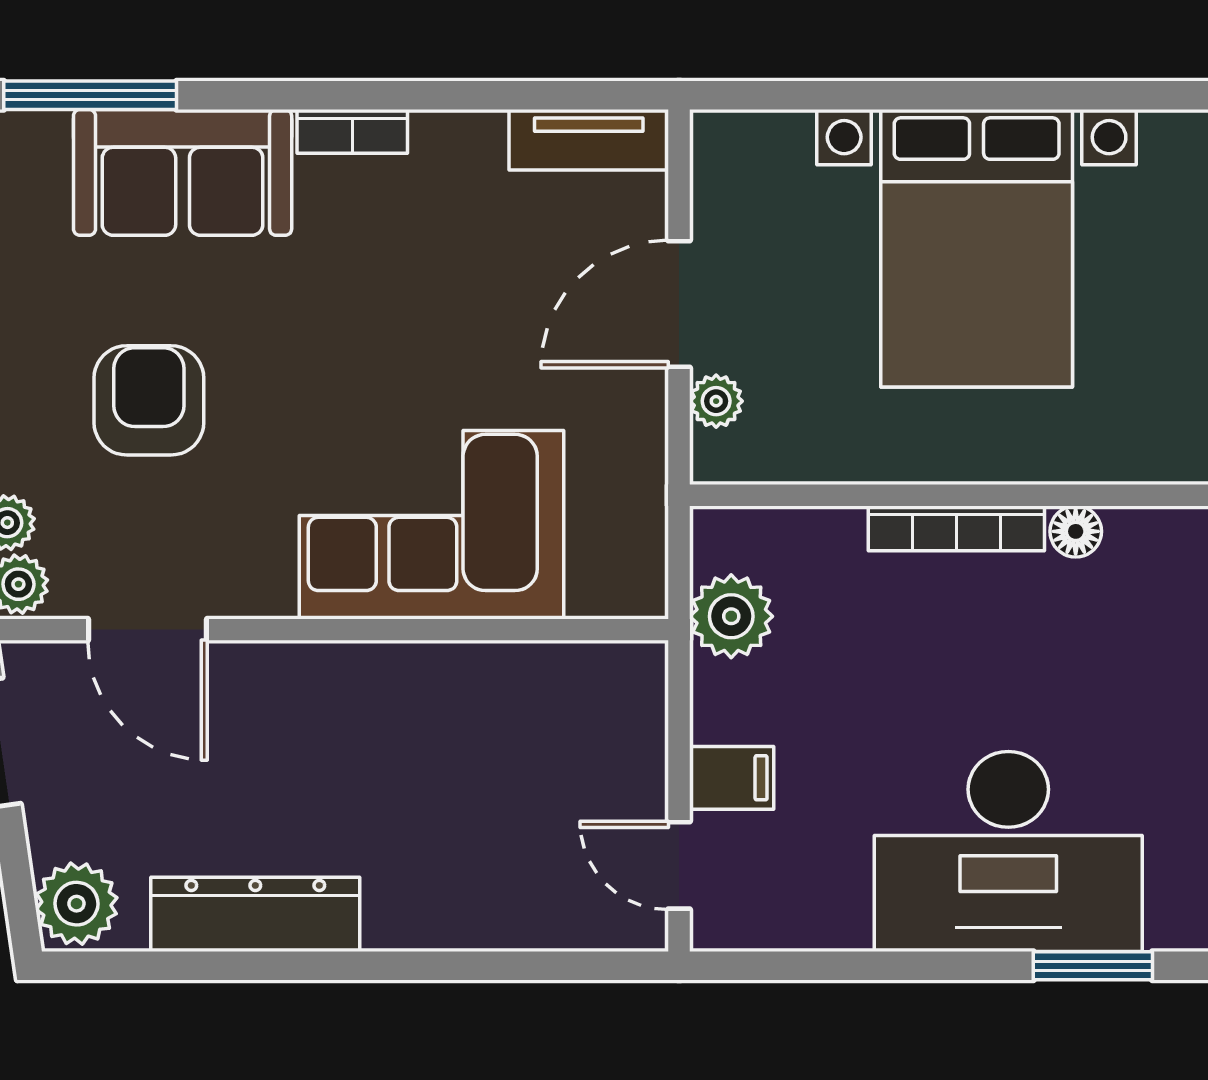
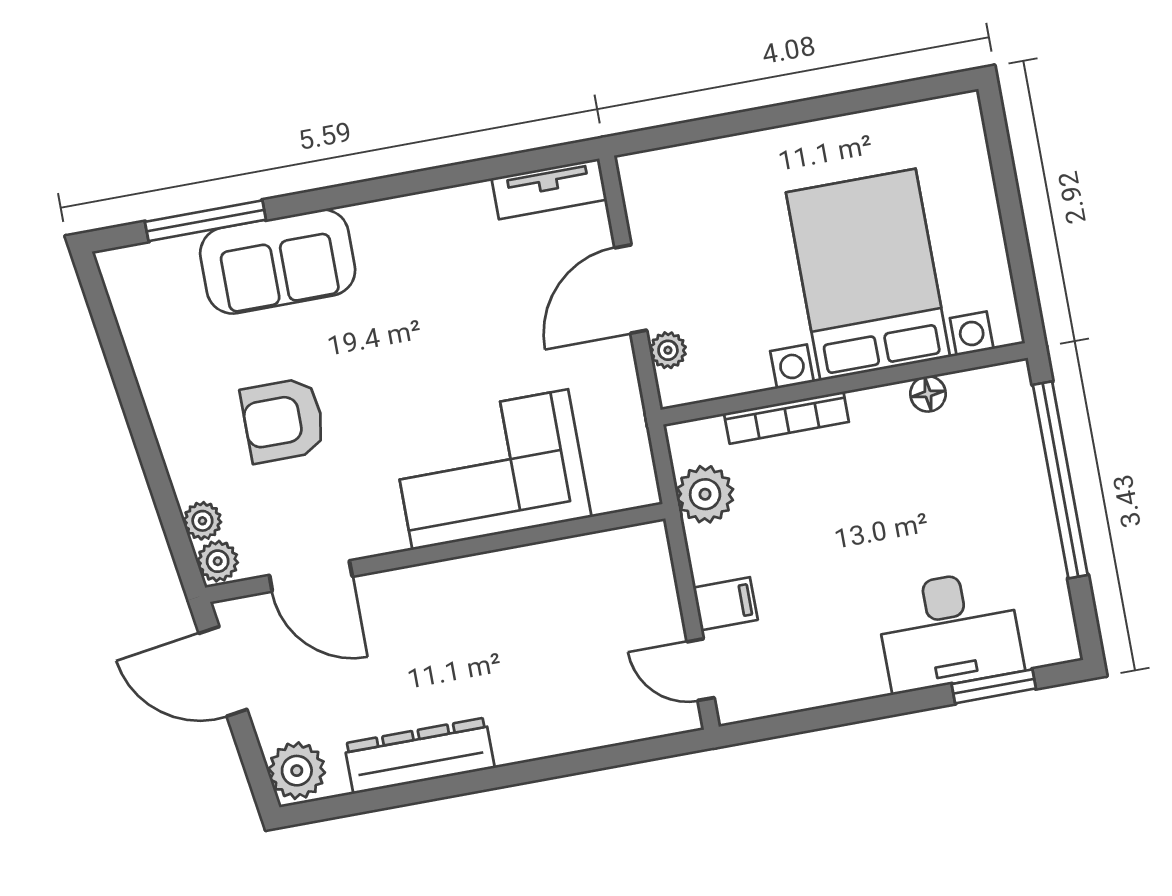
bookcase: (352, 131) -> (388, 213), removed
bed with nightstands: (977, 248) -> (868, 275), moved, turned 180
armchair: (149, 400) -> (283, 420), turned -90
bookcase: (956, 528) -> (786, 418), moved
desk: (1008, 851) -> (949, 630), width x0.73, depth x0.77

